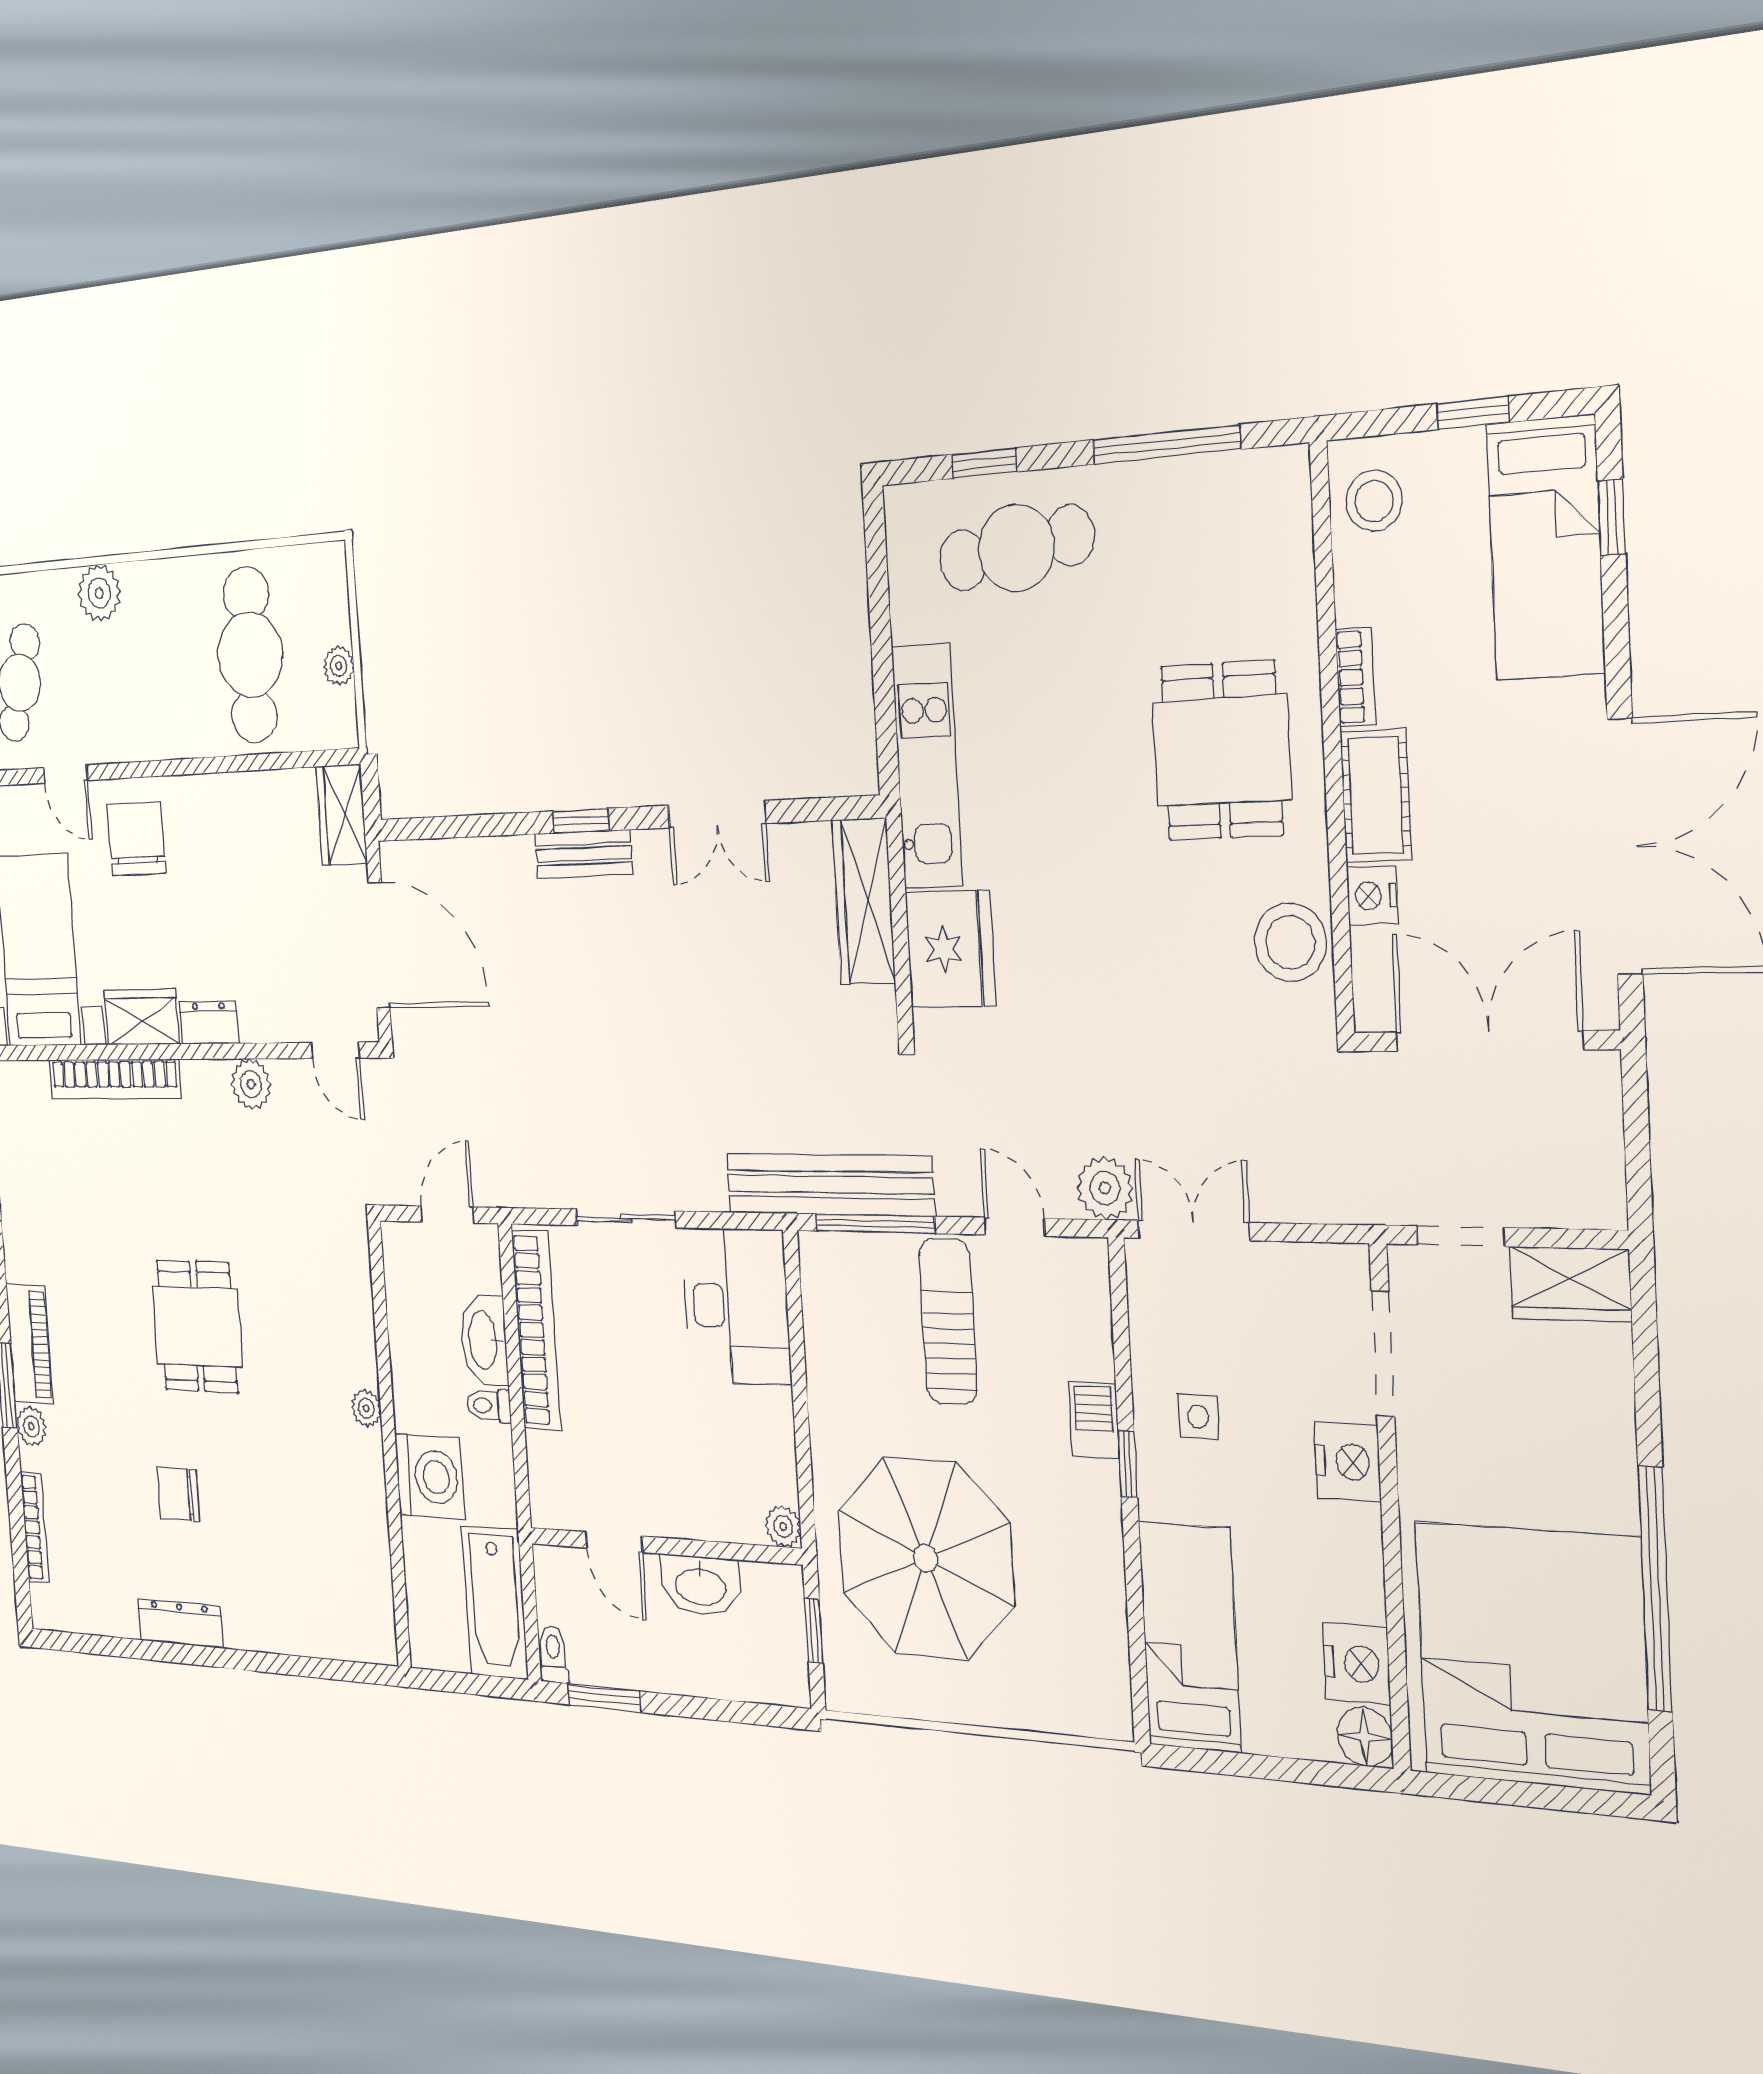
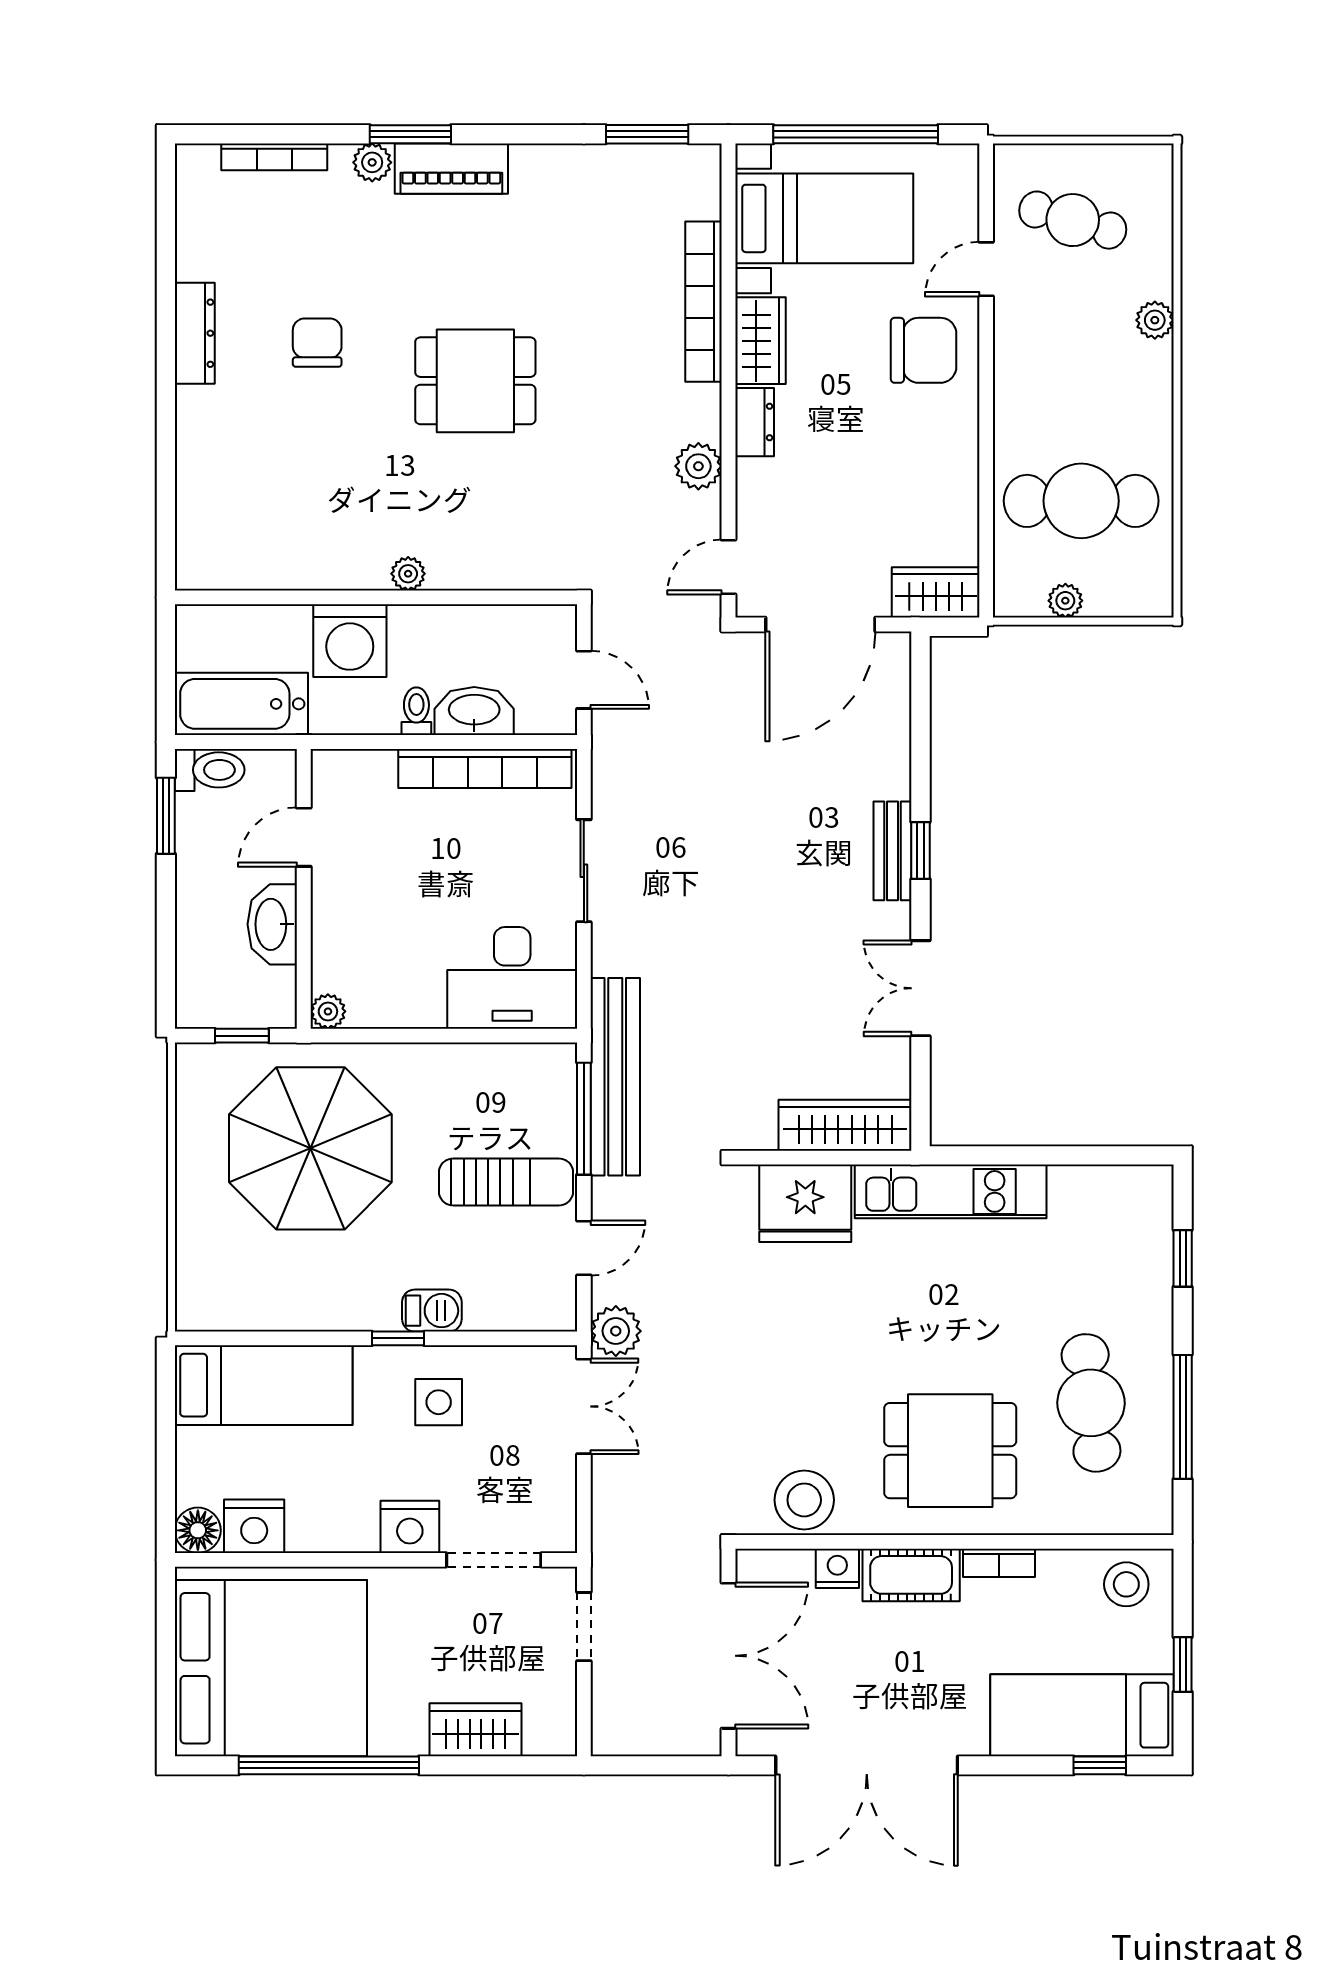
cafe table: (1016, 548) -> (1091, 1403), moved
plant: (99, 593) -> (1155, 320), width x0.73, depth x0.73
wardrobe: (1570, 1284) -> (475, 1730), moved, turned 90
side table: (1198, 1417) -> (439, 1402), width x1.37, depth x1.37
toilet: (553, 1654) -> (210, 770), width x1.37, depth x1.39

